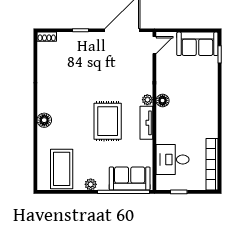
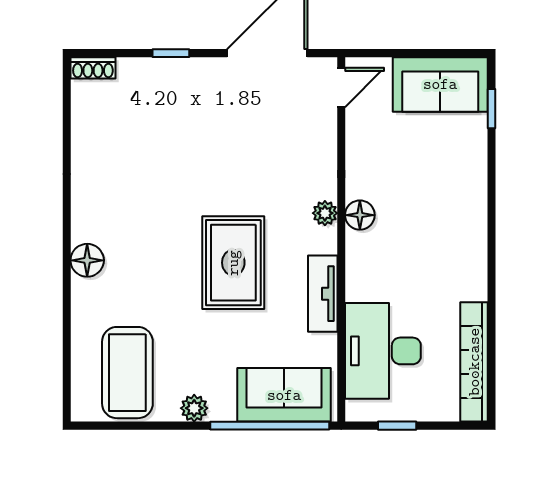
tv unit: (146, 123) -> (323, 294), moved
desk: (173, 159) -> (383, 351), width x1.37

